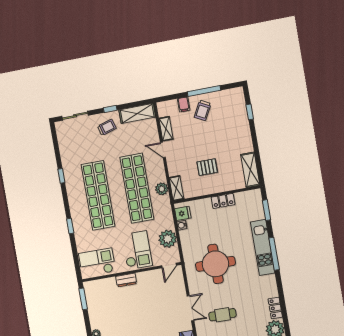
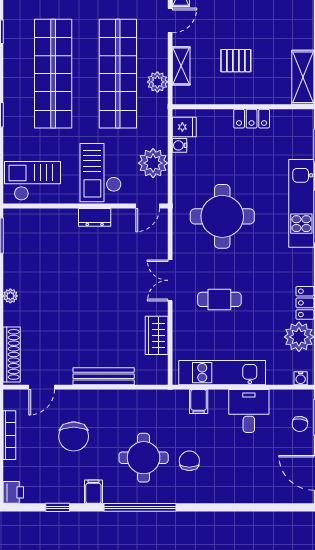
door: (163, 150) -> (170, 20), swing flipped
shelving: (176, 188) -> (181, 66), moved
checkout: (137, 250) -> (101, 173), turned 180
dresser: (126, 280) -> (95, 217), moved
double door: (190, 308) -> (170, 280), swing flipped

